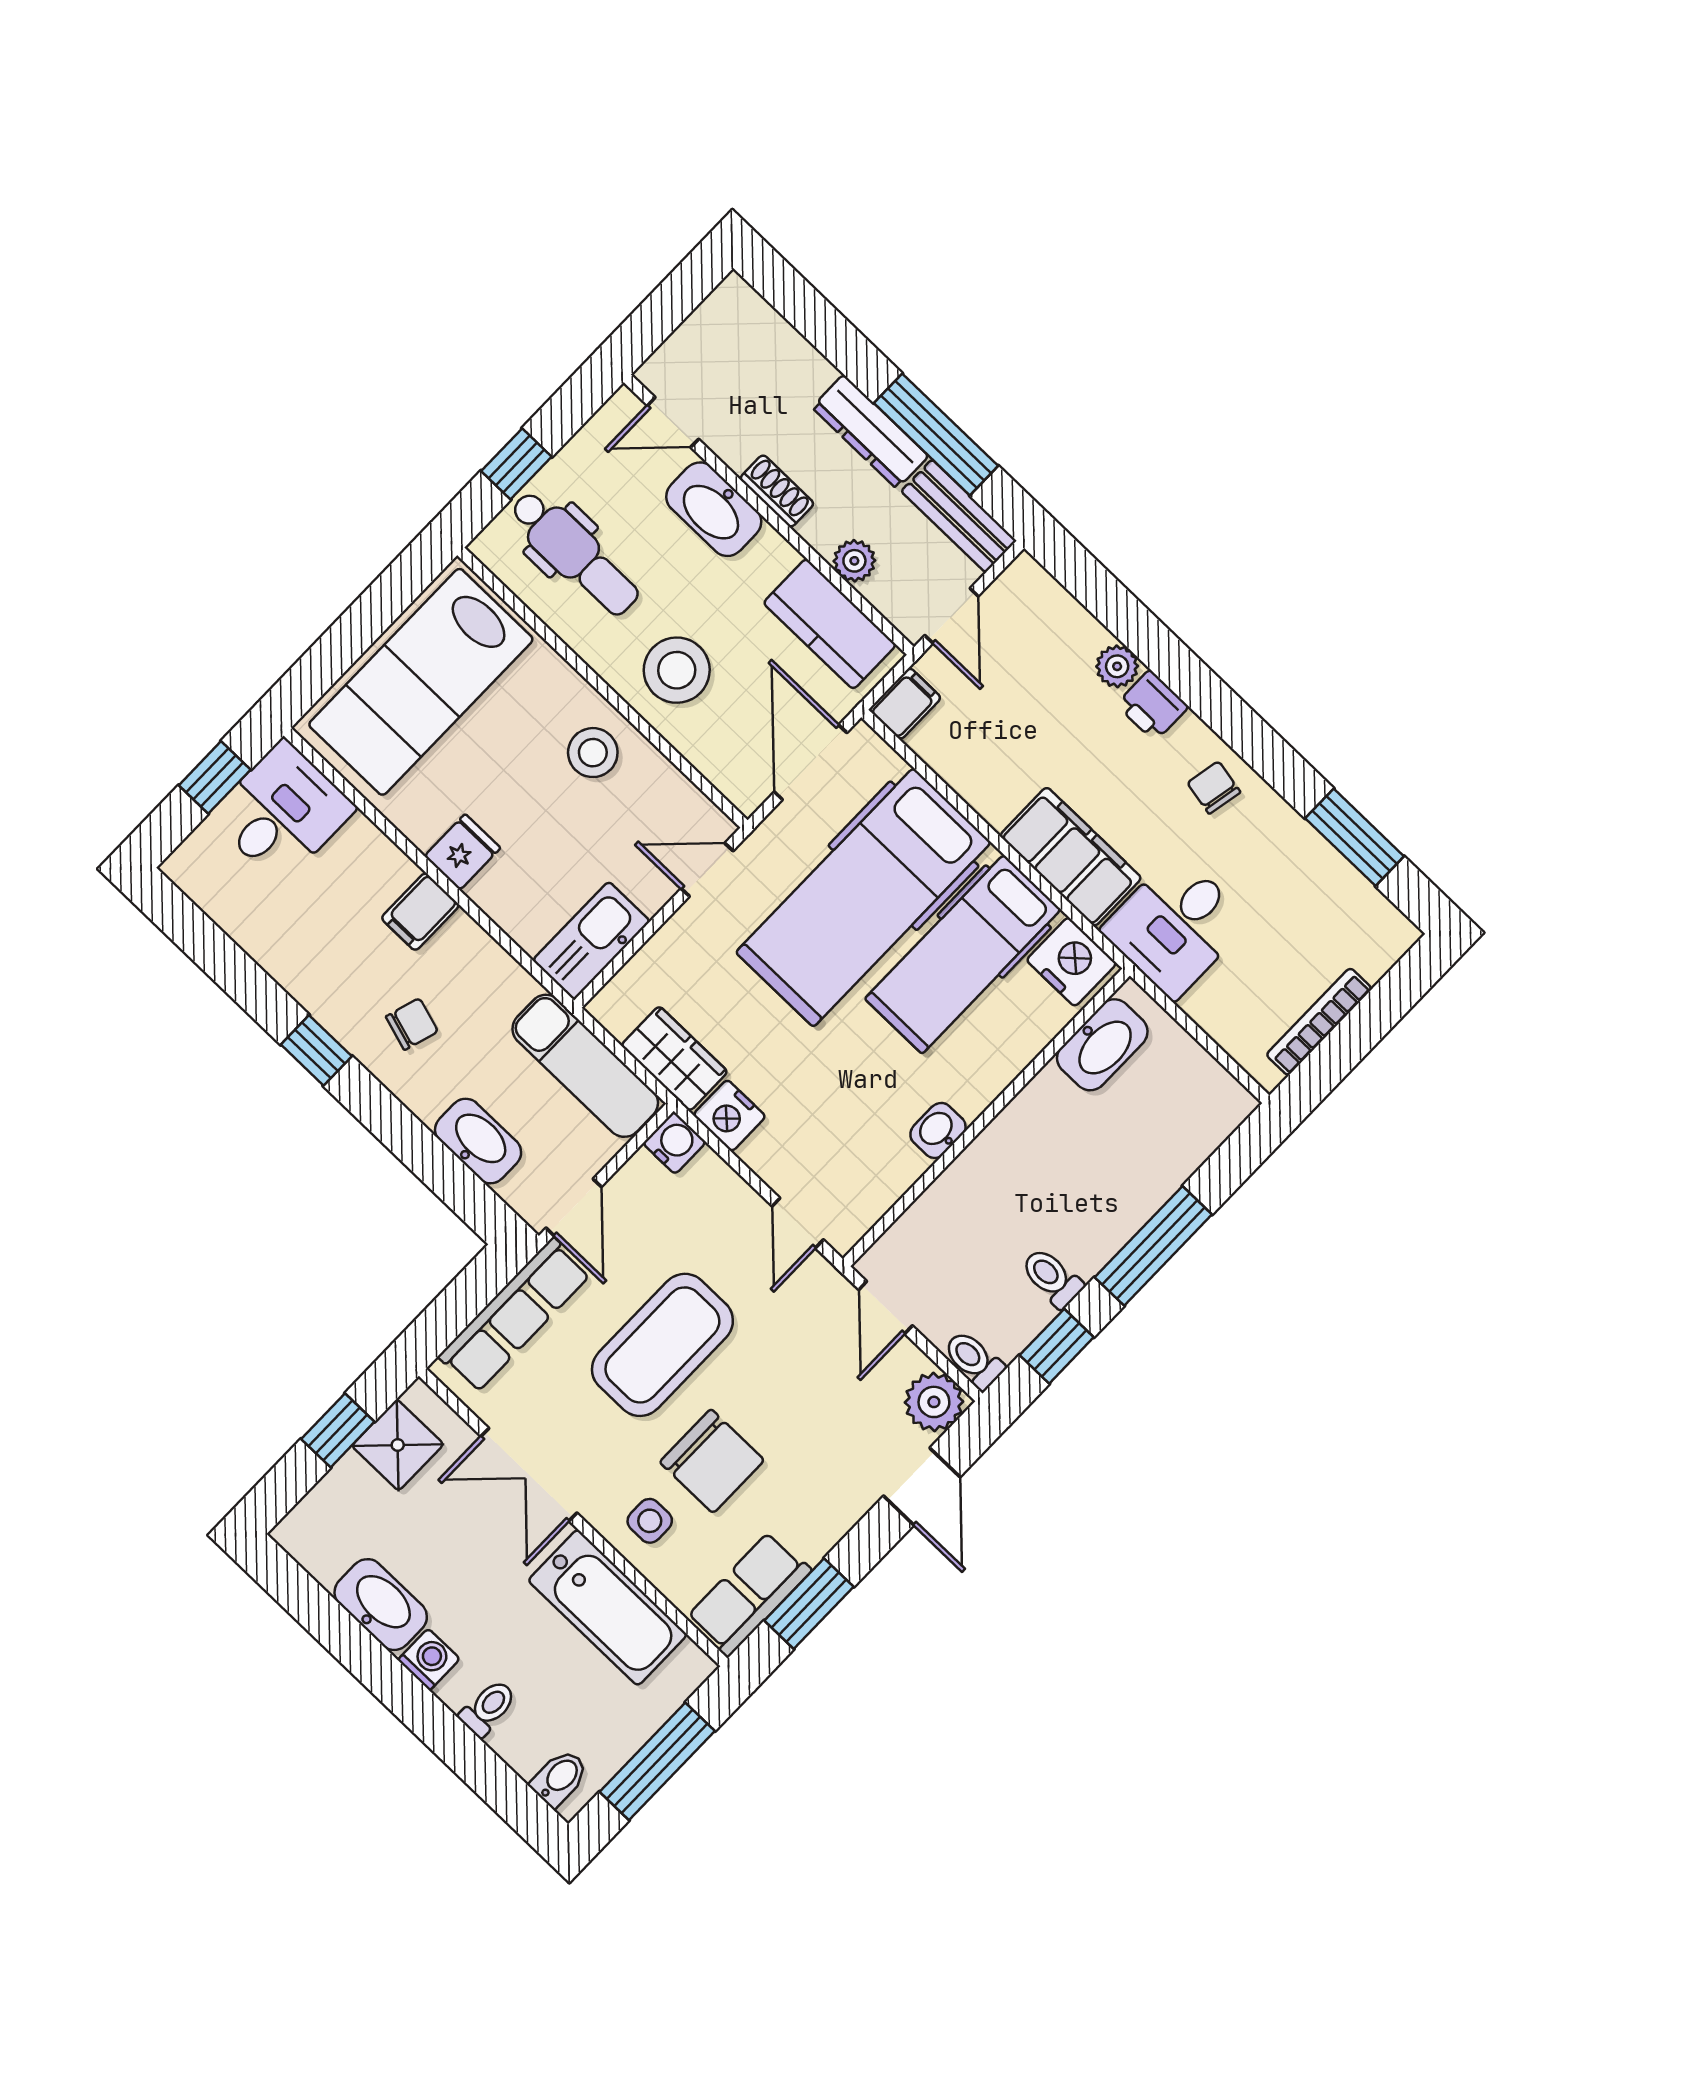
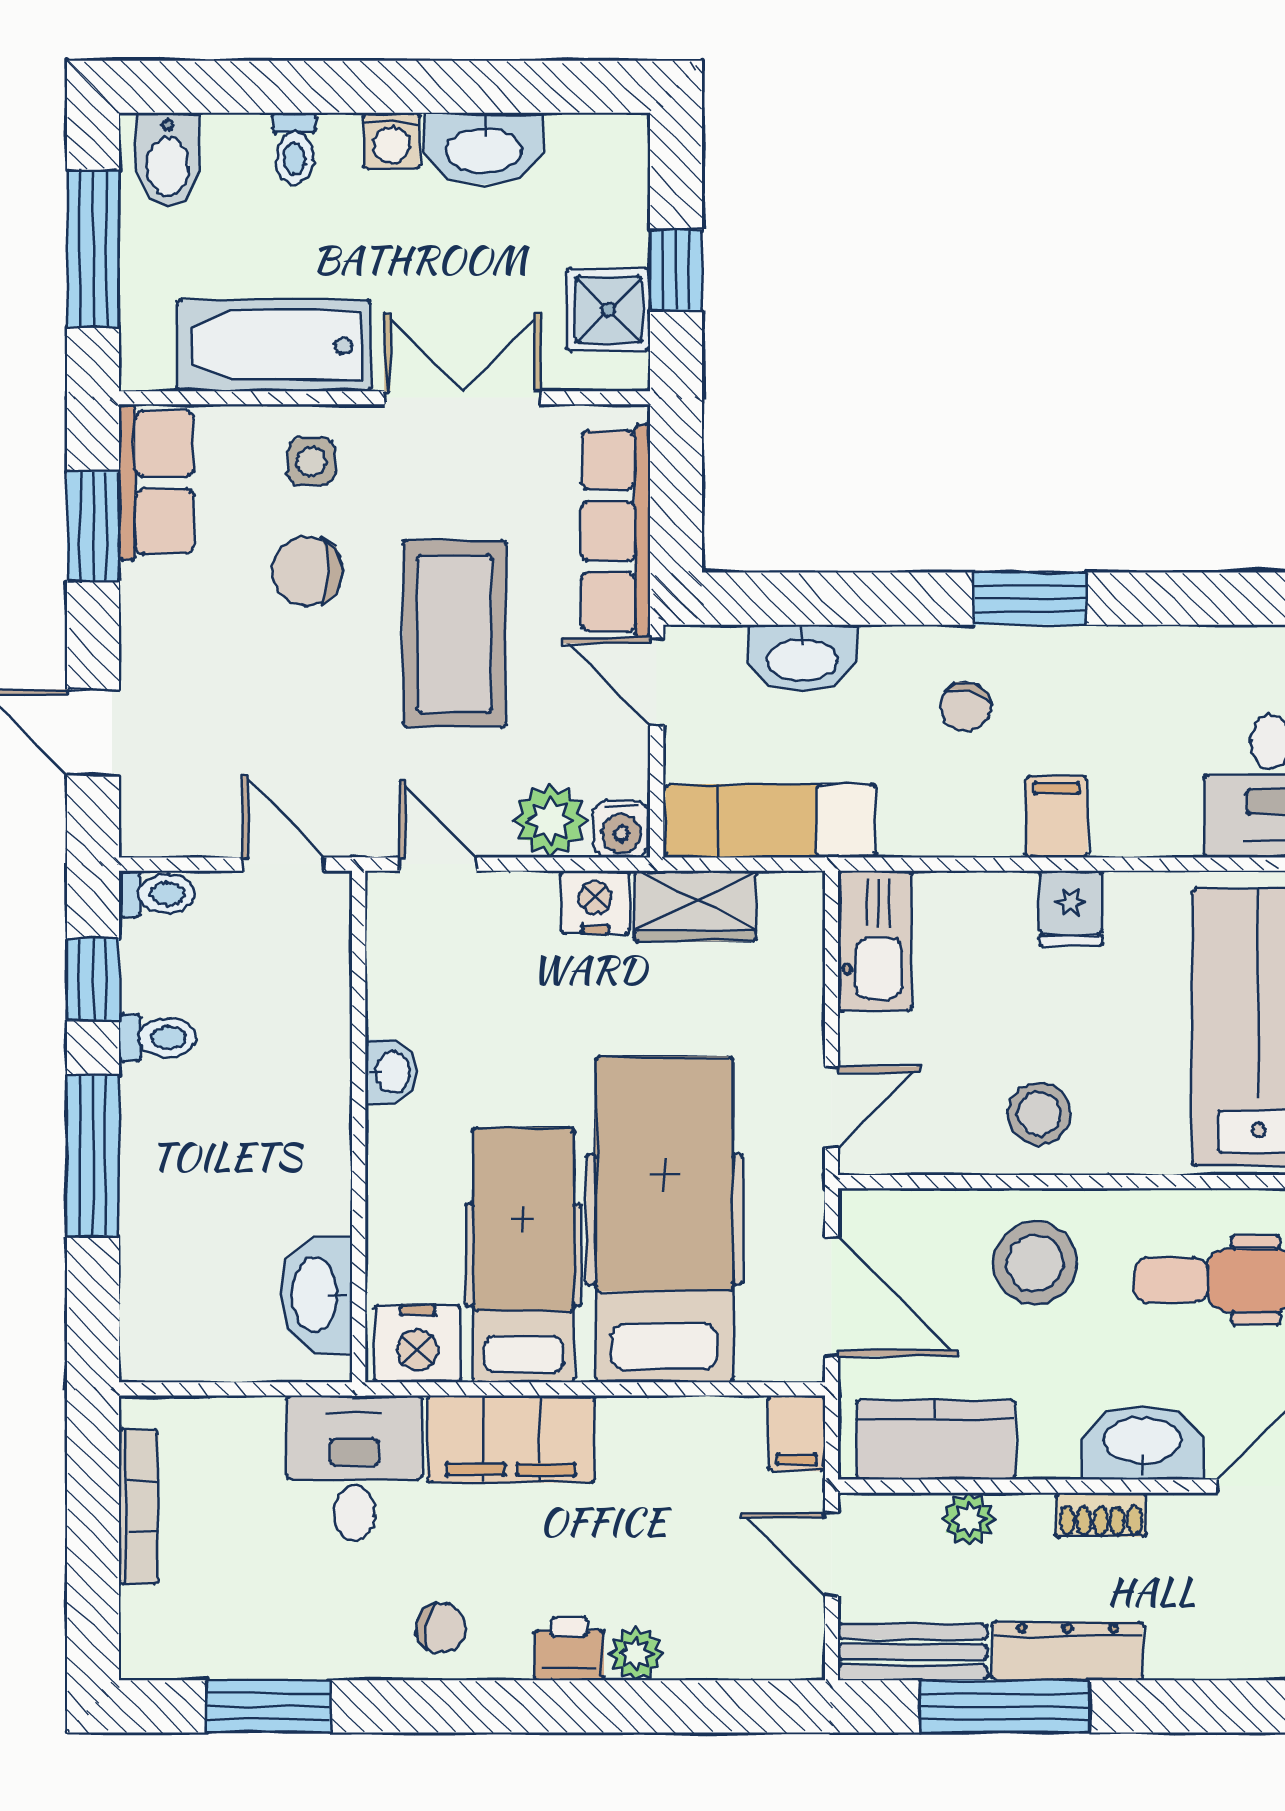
window: (316, 1050) -> (1030, 599), width x1.50
plant: (934, 1402) -> (550, 820), moved
chair: (712, 1461) -> (307, 571), width x0.73, depth x0.73
bidet: (559, 1778) -> (168, 160), width x1.38, depth x1.36

